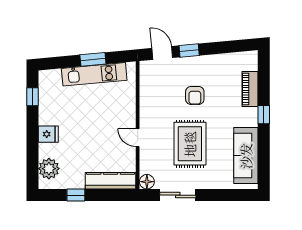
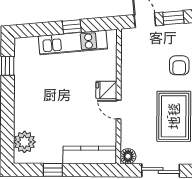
window: (93, 59) -> (72, 27), width x0.67
fridge: (48, 134) -> (106, 90), moved, turned 180

